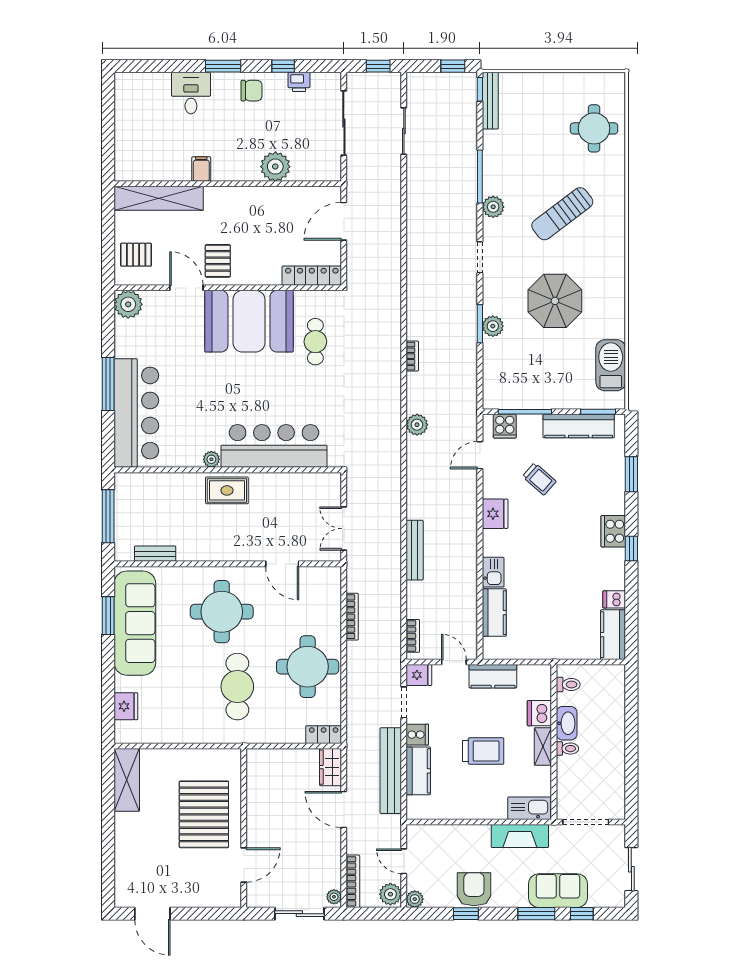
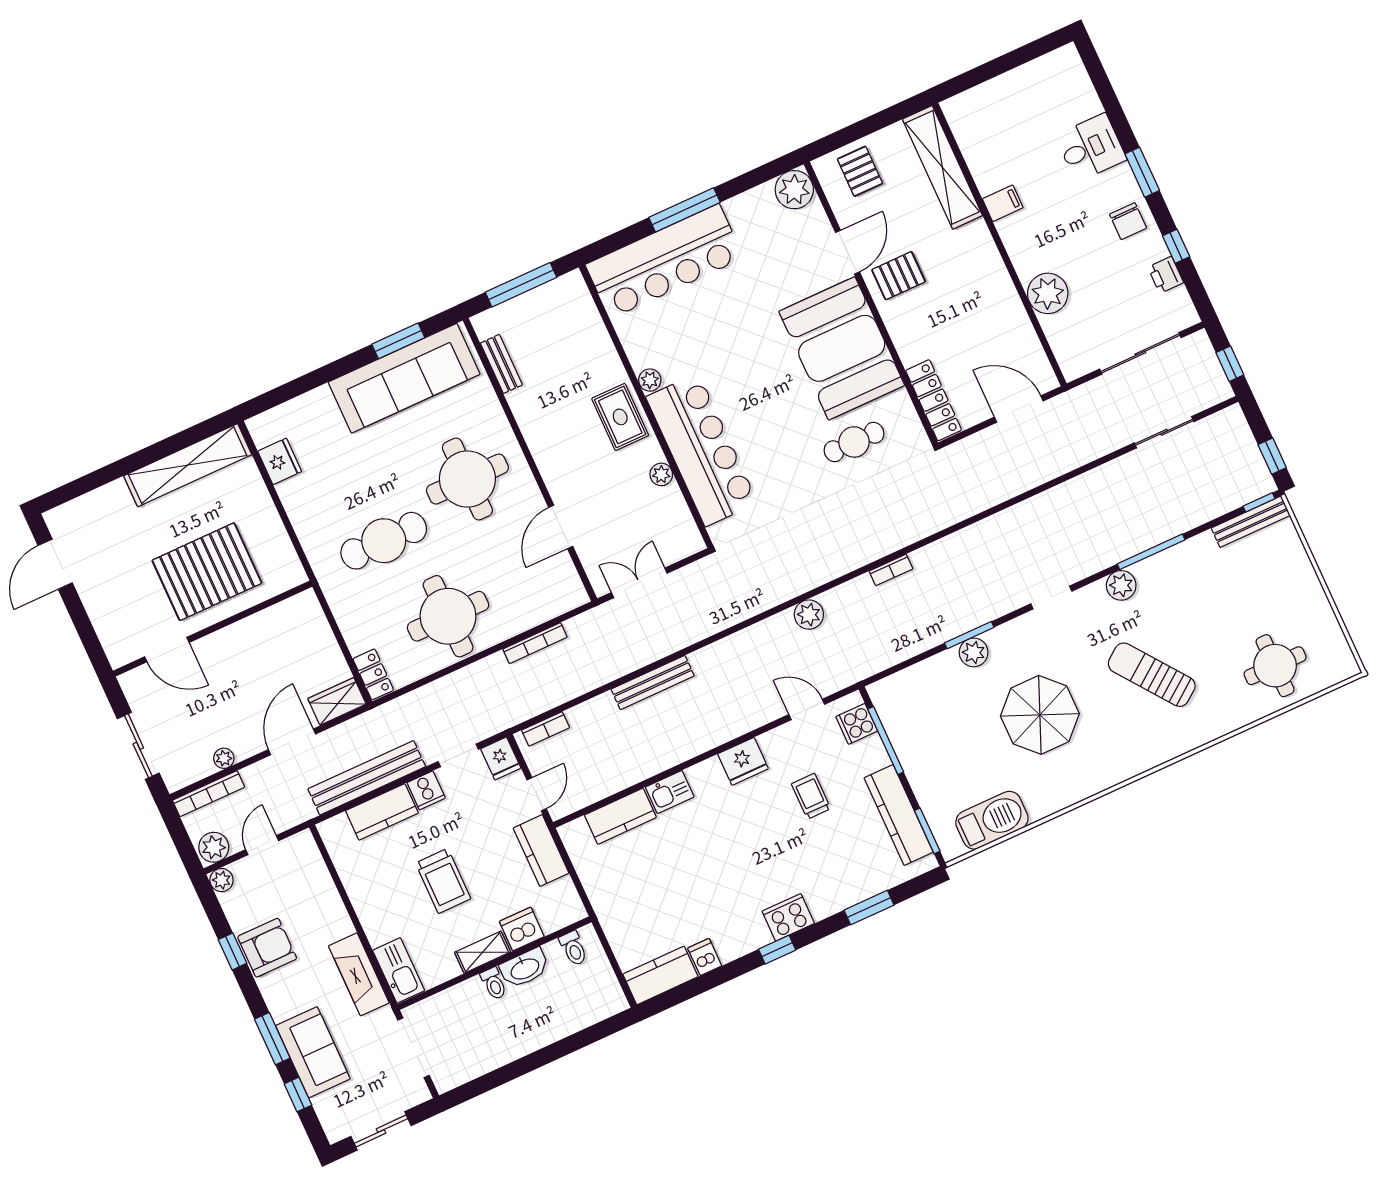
trolley: (539, 479) -> (811, 796), turned 139
plant: (278, 481) -> (661, 474), added
fridge: (126, 706) -> (280, 461), moved, turned -90
shelving: (127, 780) -> (188, 465), width x1.47
plant: (334, 897) -> (224, 758), moved

